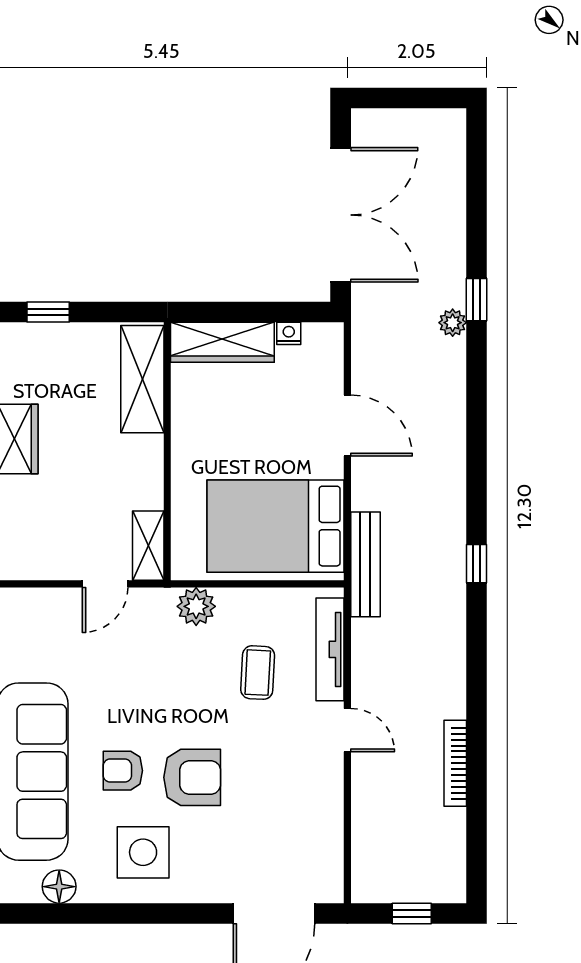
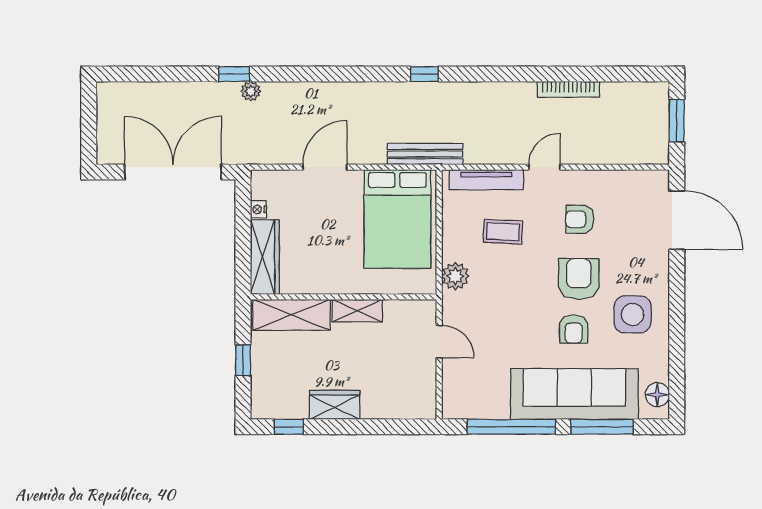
window: (48, 312) -> (243, 360), moved
shelving: (148, 546) -> (357, 311), moved
armchair: (275, 779) -> (580, 219), added
floor lamp: (59, 887) -> (657, 395), moved
window: (412, 914) -> (677, 121), width x1.50

